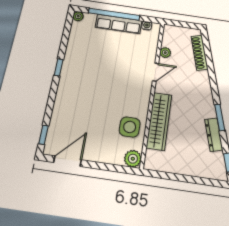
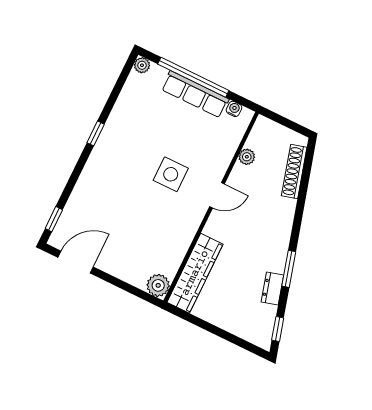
door: (155, 72) -> (217, 195), moved
wardrobe: (159, 121) -> (195, 273), moved
side table: (130, 127) -> (171, 174), moved
dresser: (214, 135) -> (272, 289), width x0.70

